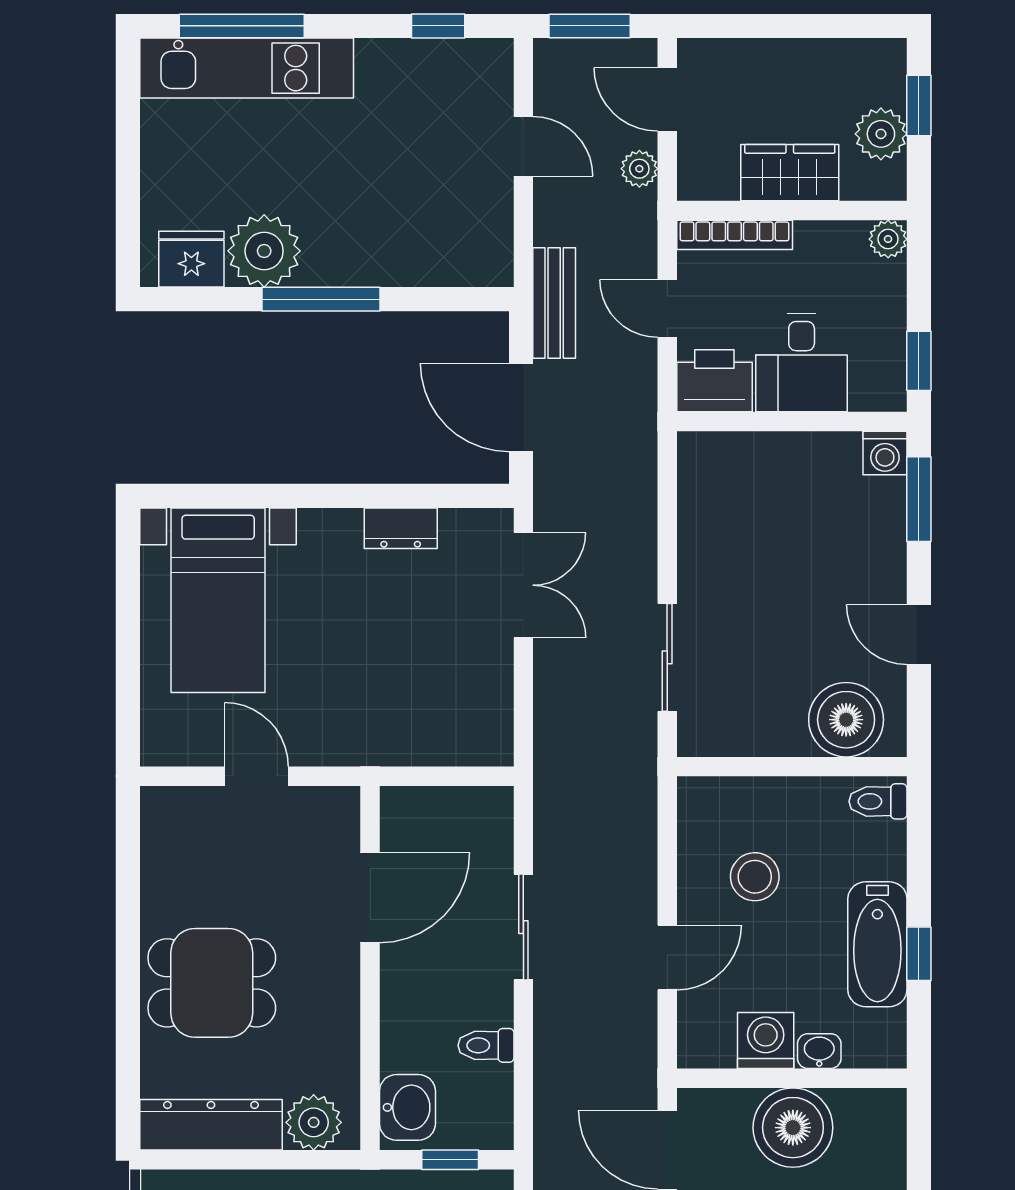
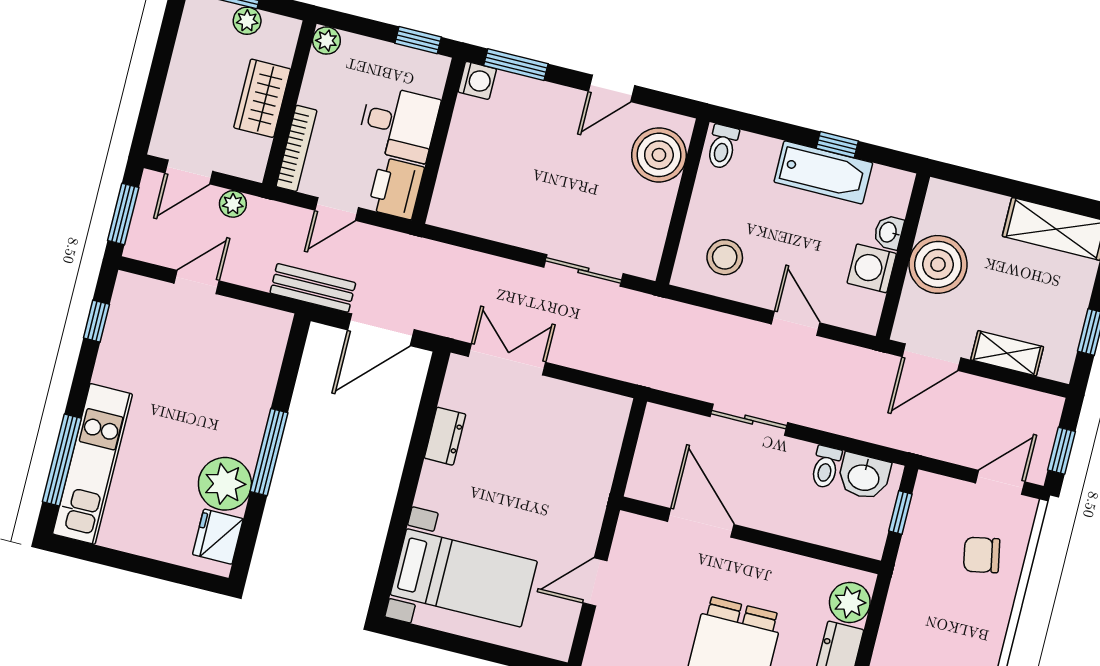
plant: (881, 134) -> (247, 21), width x0.73, depth x0.73
stool: (755, 877) -> (725, 257), moved
washbasin: (407, 1107) -> (864, 476), moved, turned 180

